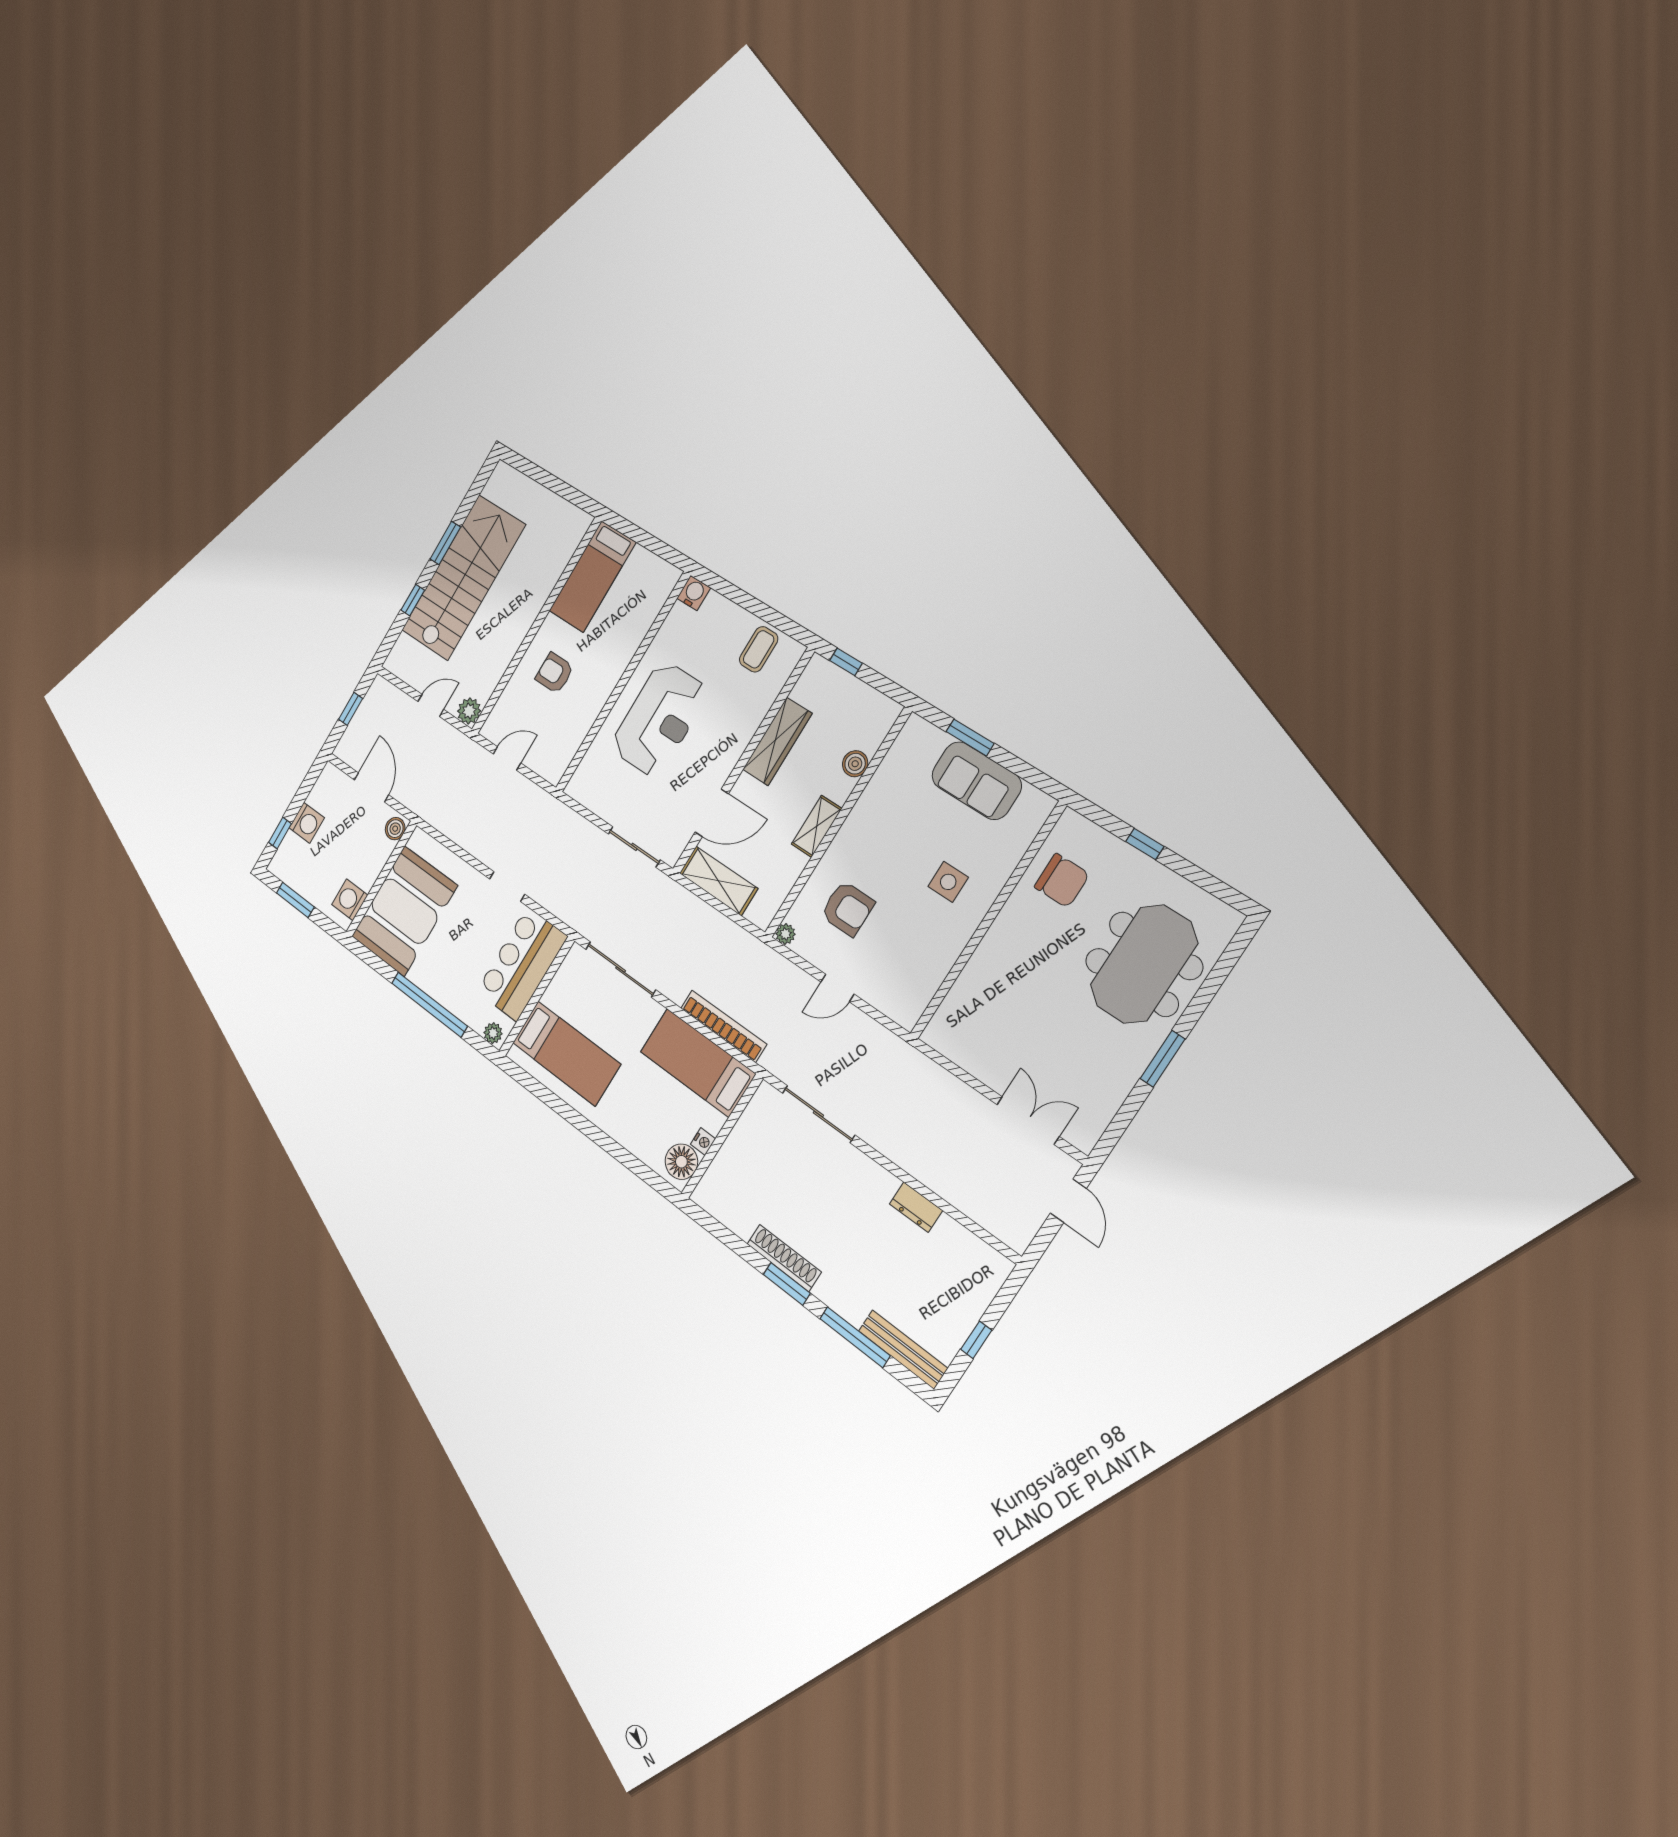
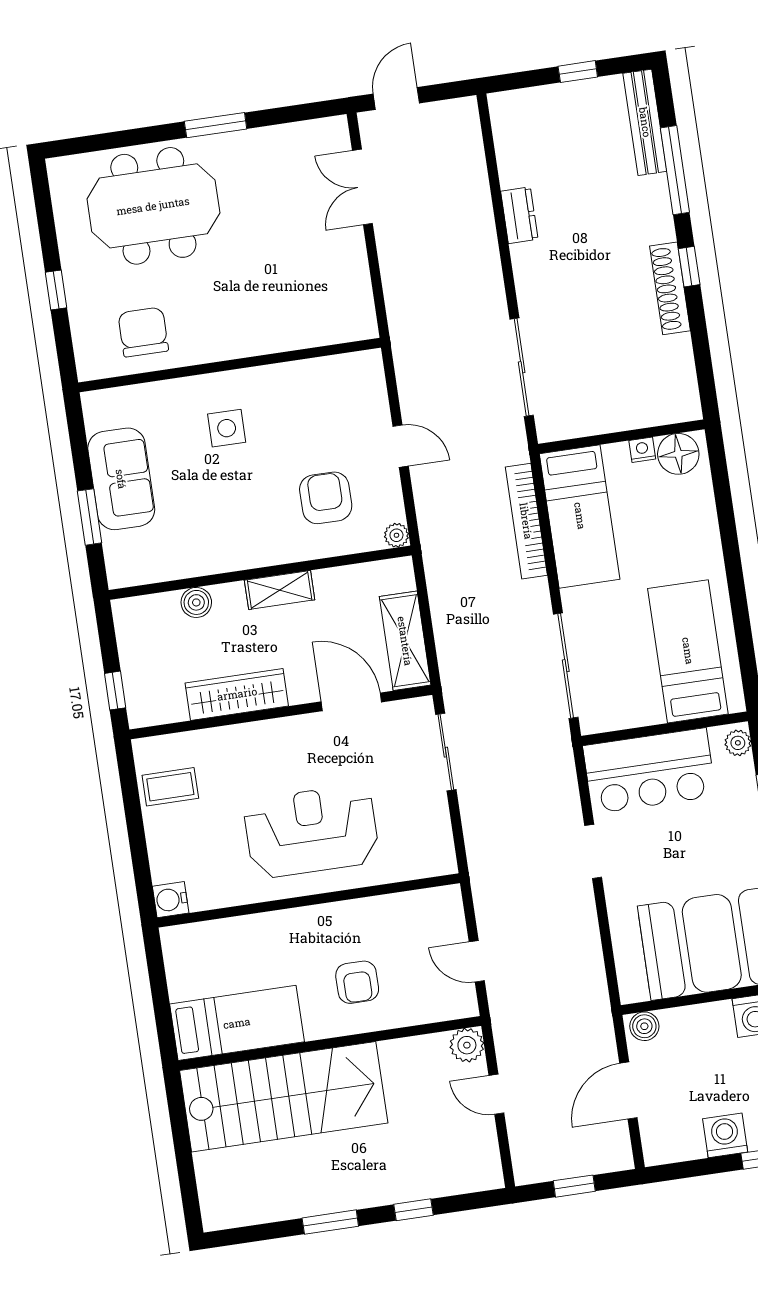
stairs: (463, 578) -> (284, 1097), moved, turned 180
window: (787, 1284) -> (689, 267), width x0.67

